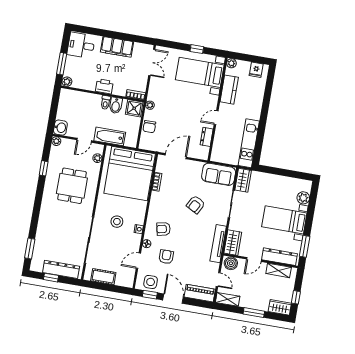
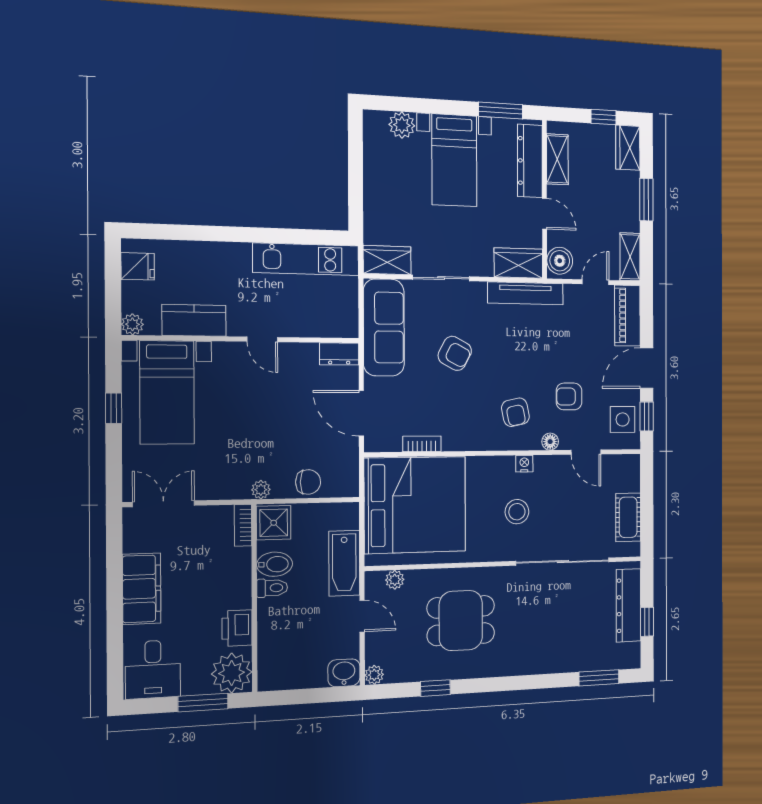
plant: (67, 82) -> (232, 673), width x1.88, depth x1.88
printer: (104, 86) -> (237, 628), moved
dresser: (207, 137) -> (339, 354), moved
sofa: (219, 174) -> (384, 328), width x1.36

